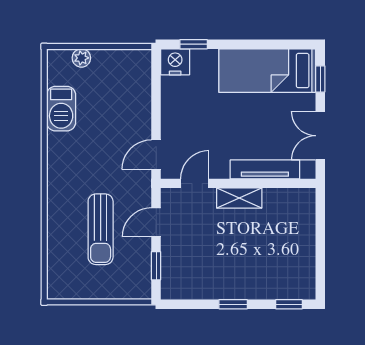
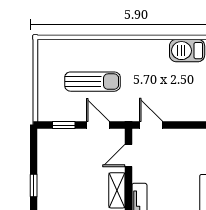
door: (195, 183) -> (128, 155), swing flipped
sun lounger: (101, 229) -> (92, 82), turned 180

